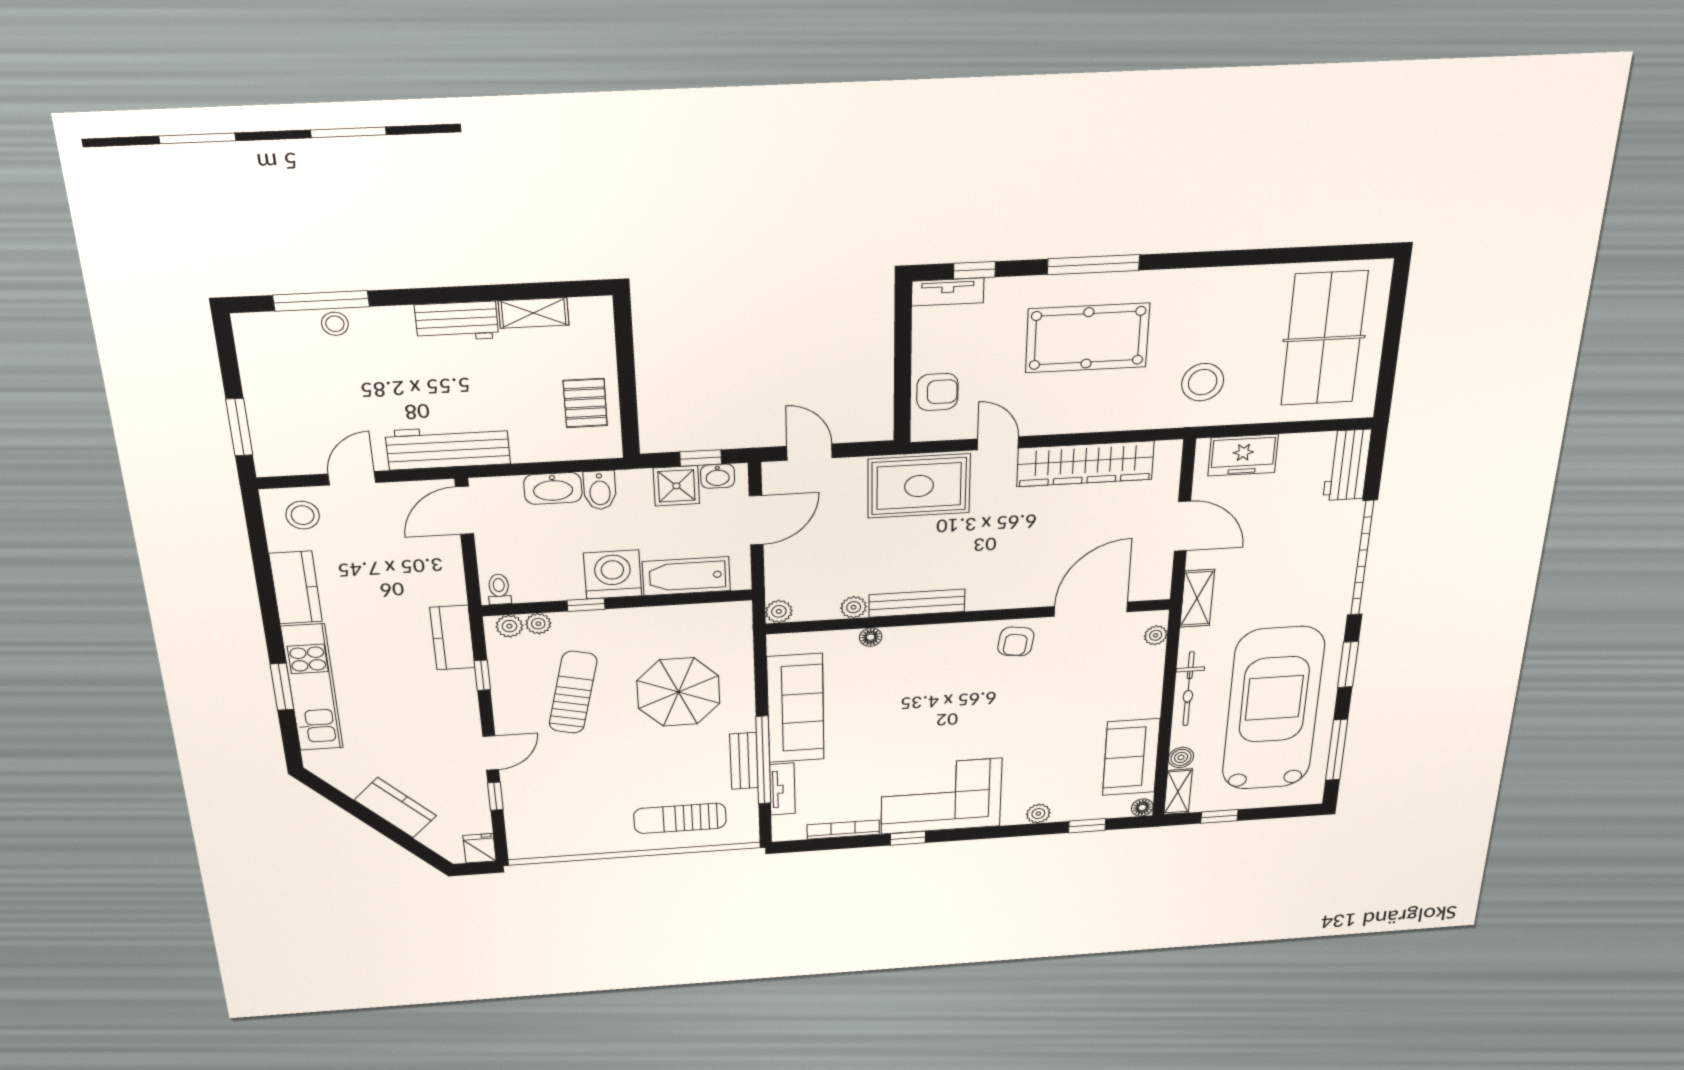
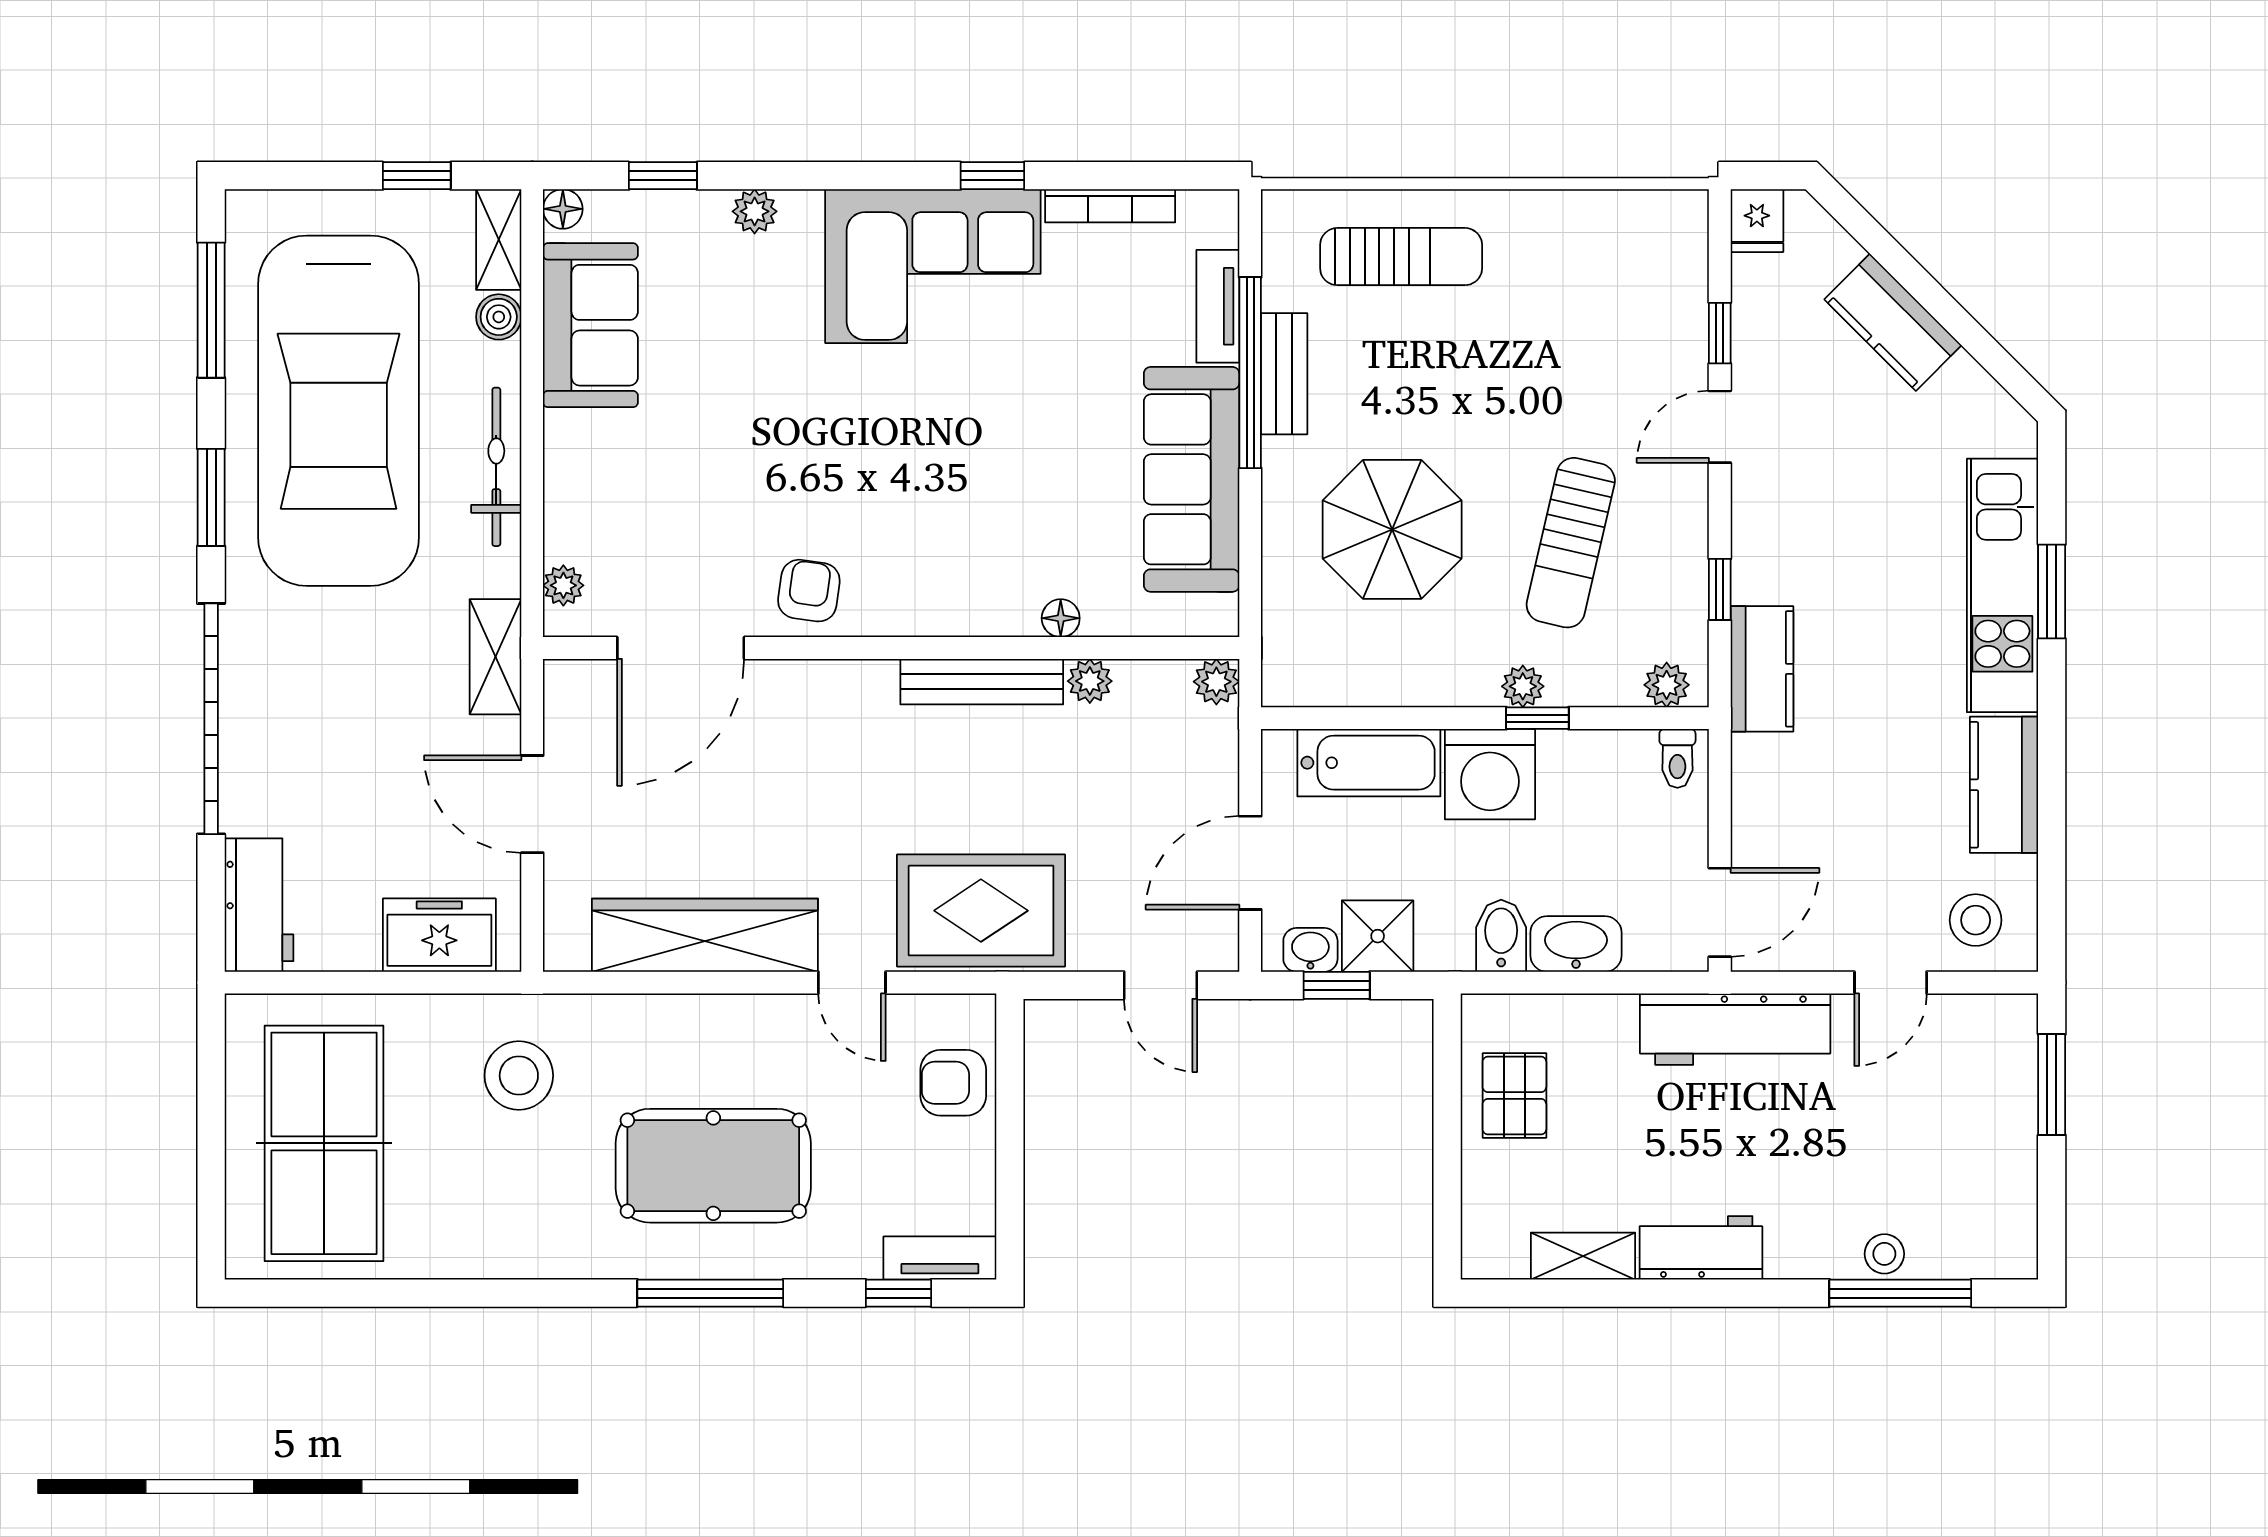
plant: (538, 624) -> (1523, 686), moved

